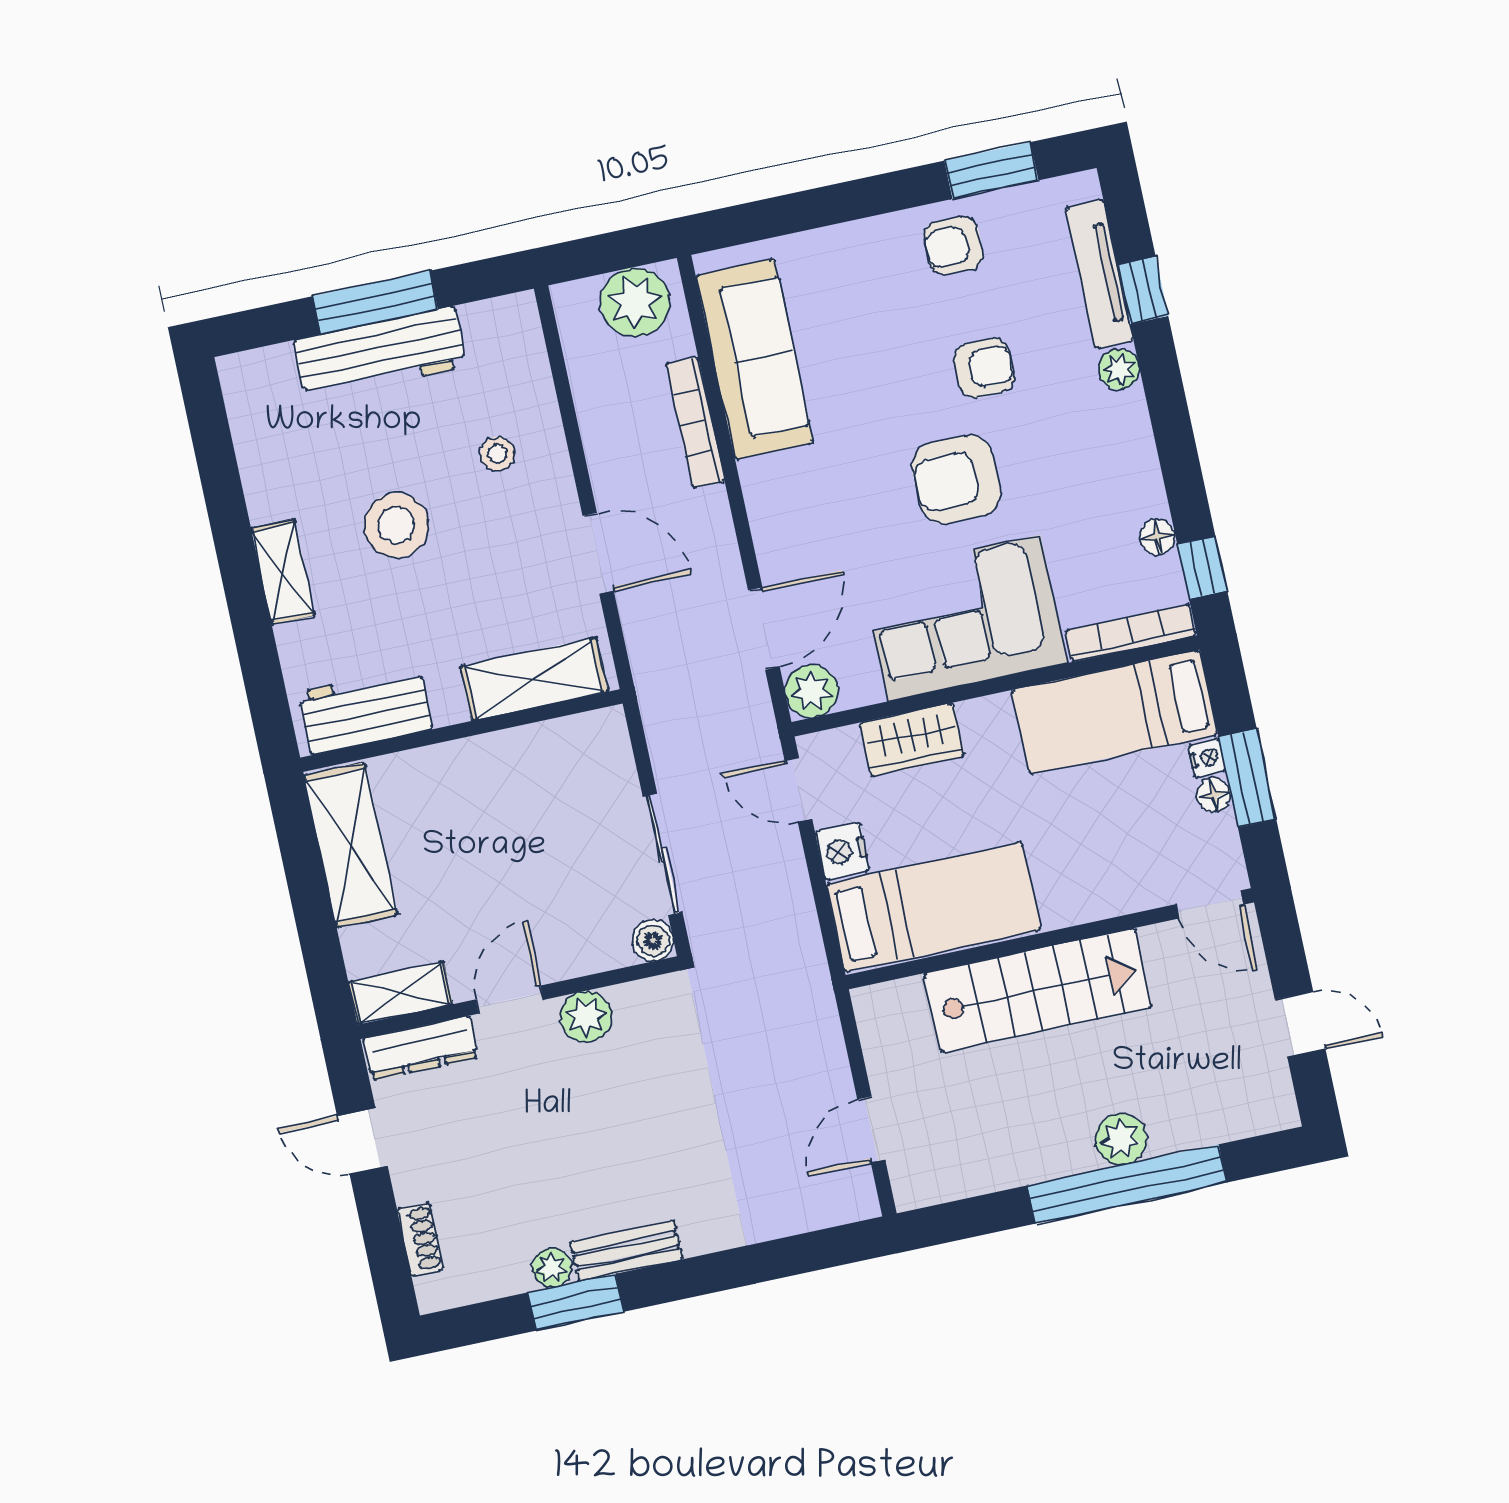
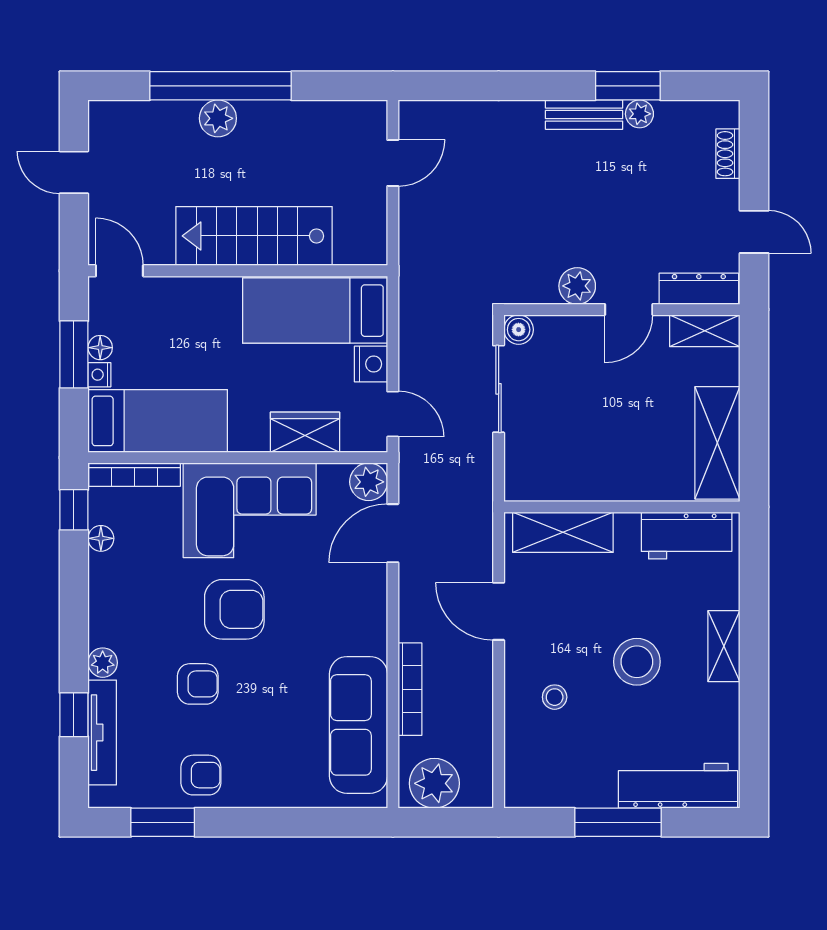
workbench: (380, 353) -> (678, 786), moved
armchair: (984, 368) -> (198, 684), turned 180

